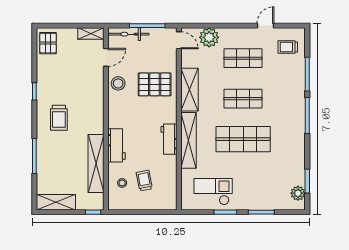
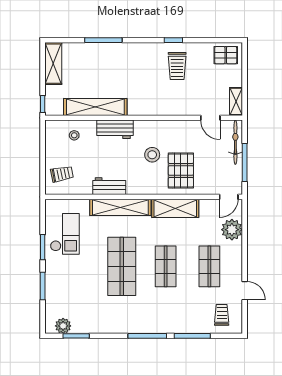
stool: (118, 83) -> (152, 155), moved
trolley: (59, 118) -> (177, 66), moved, turned -90
workbench: (169, 139) -> (109, 186), moved
trolley: (144, 181) -> (62, 174), moved

